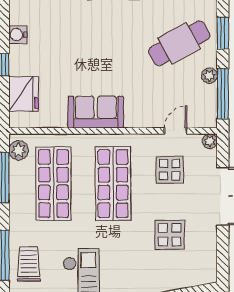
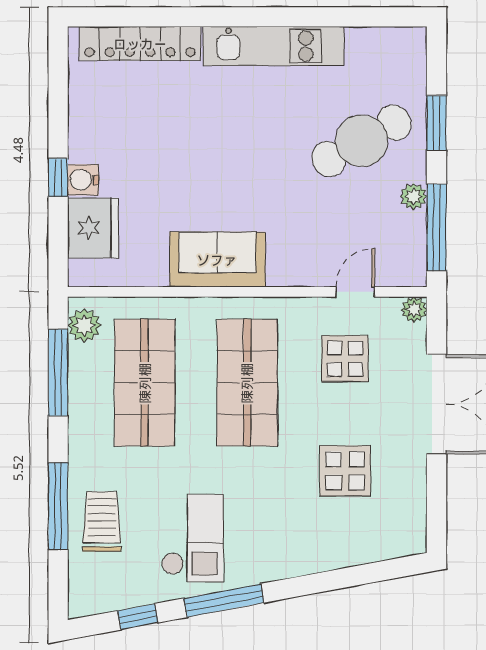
water cooler: (18, 34) -> (83, 180), moved

